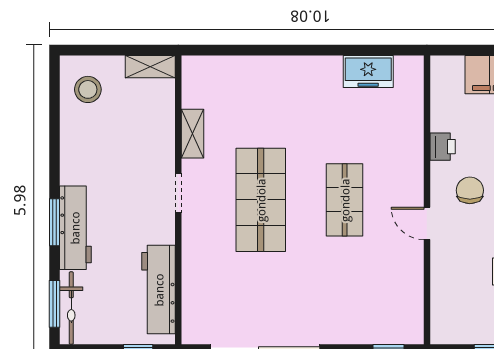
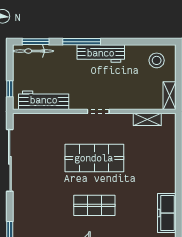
freezer: (368, 72) -> (167, 213), width x1.40
shelving: (192, 134) -> (147, 119), moved
window: (55, 222) -> (82, 42), width x1.44
workbench: (75, 228) -> (101, 53), moved

